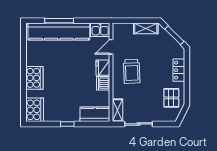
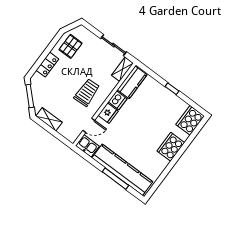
kitchen counter: (95, 114) -> (132, 82), moved, turned -90

